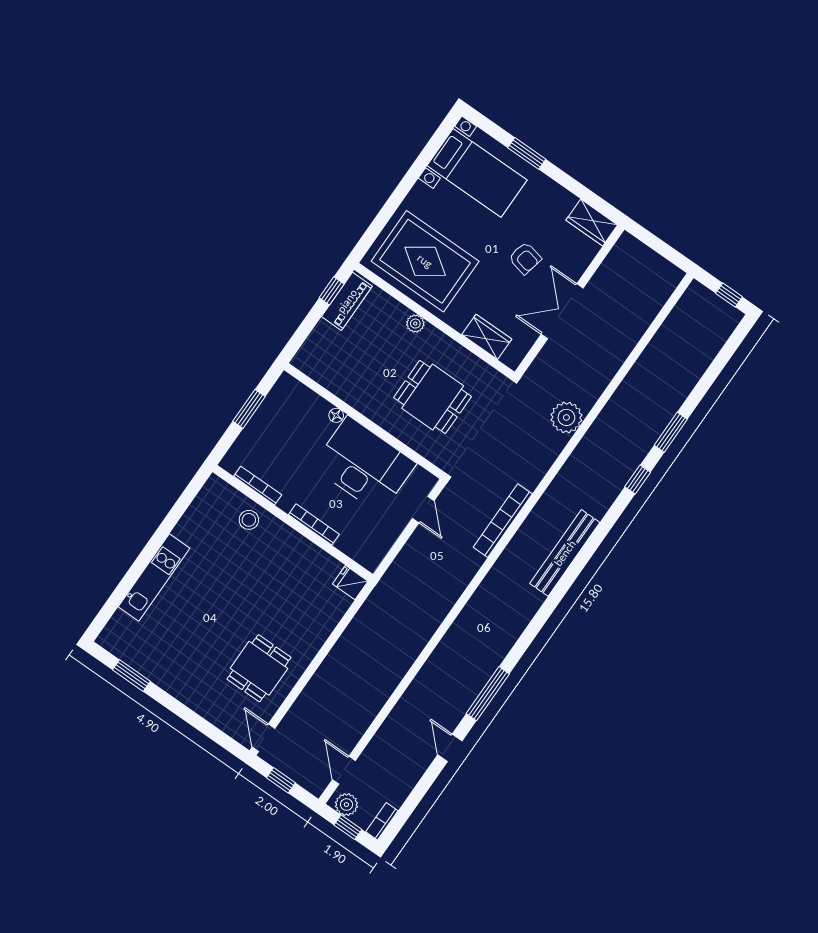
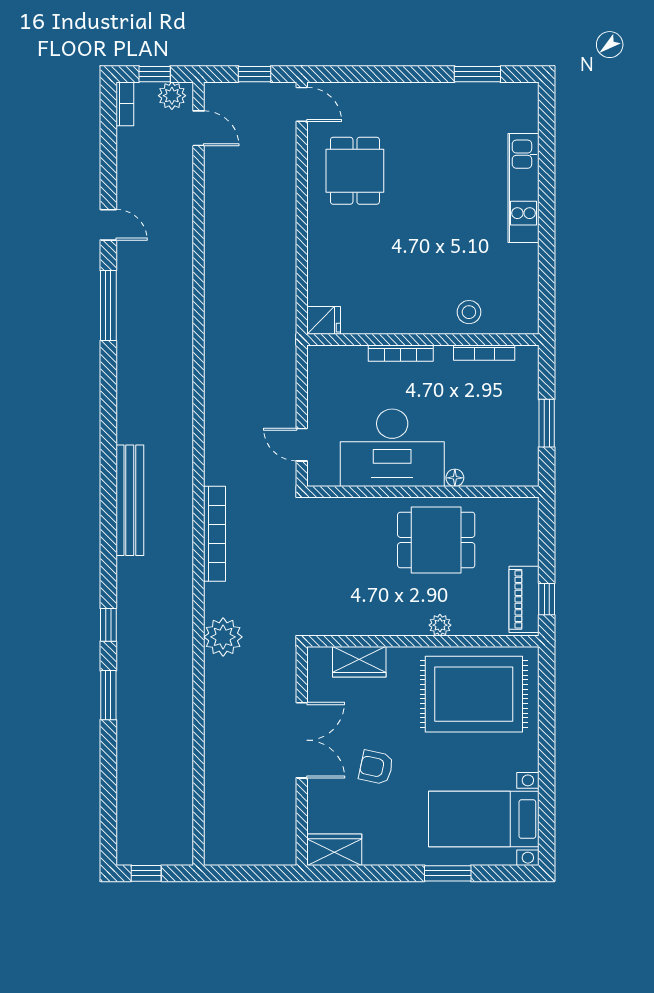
dining table: (433, 397) -> (436, 540), moved
bookcase: (503, 521) -> (215, 534), moved

